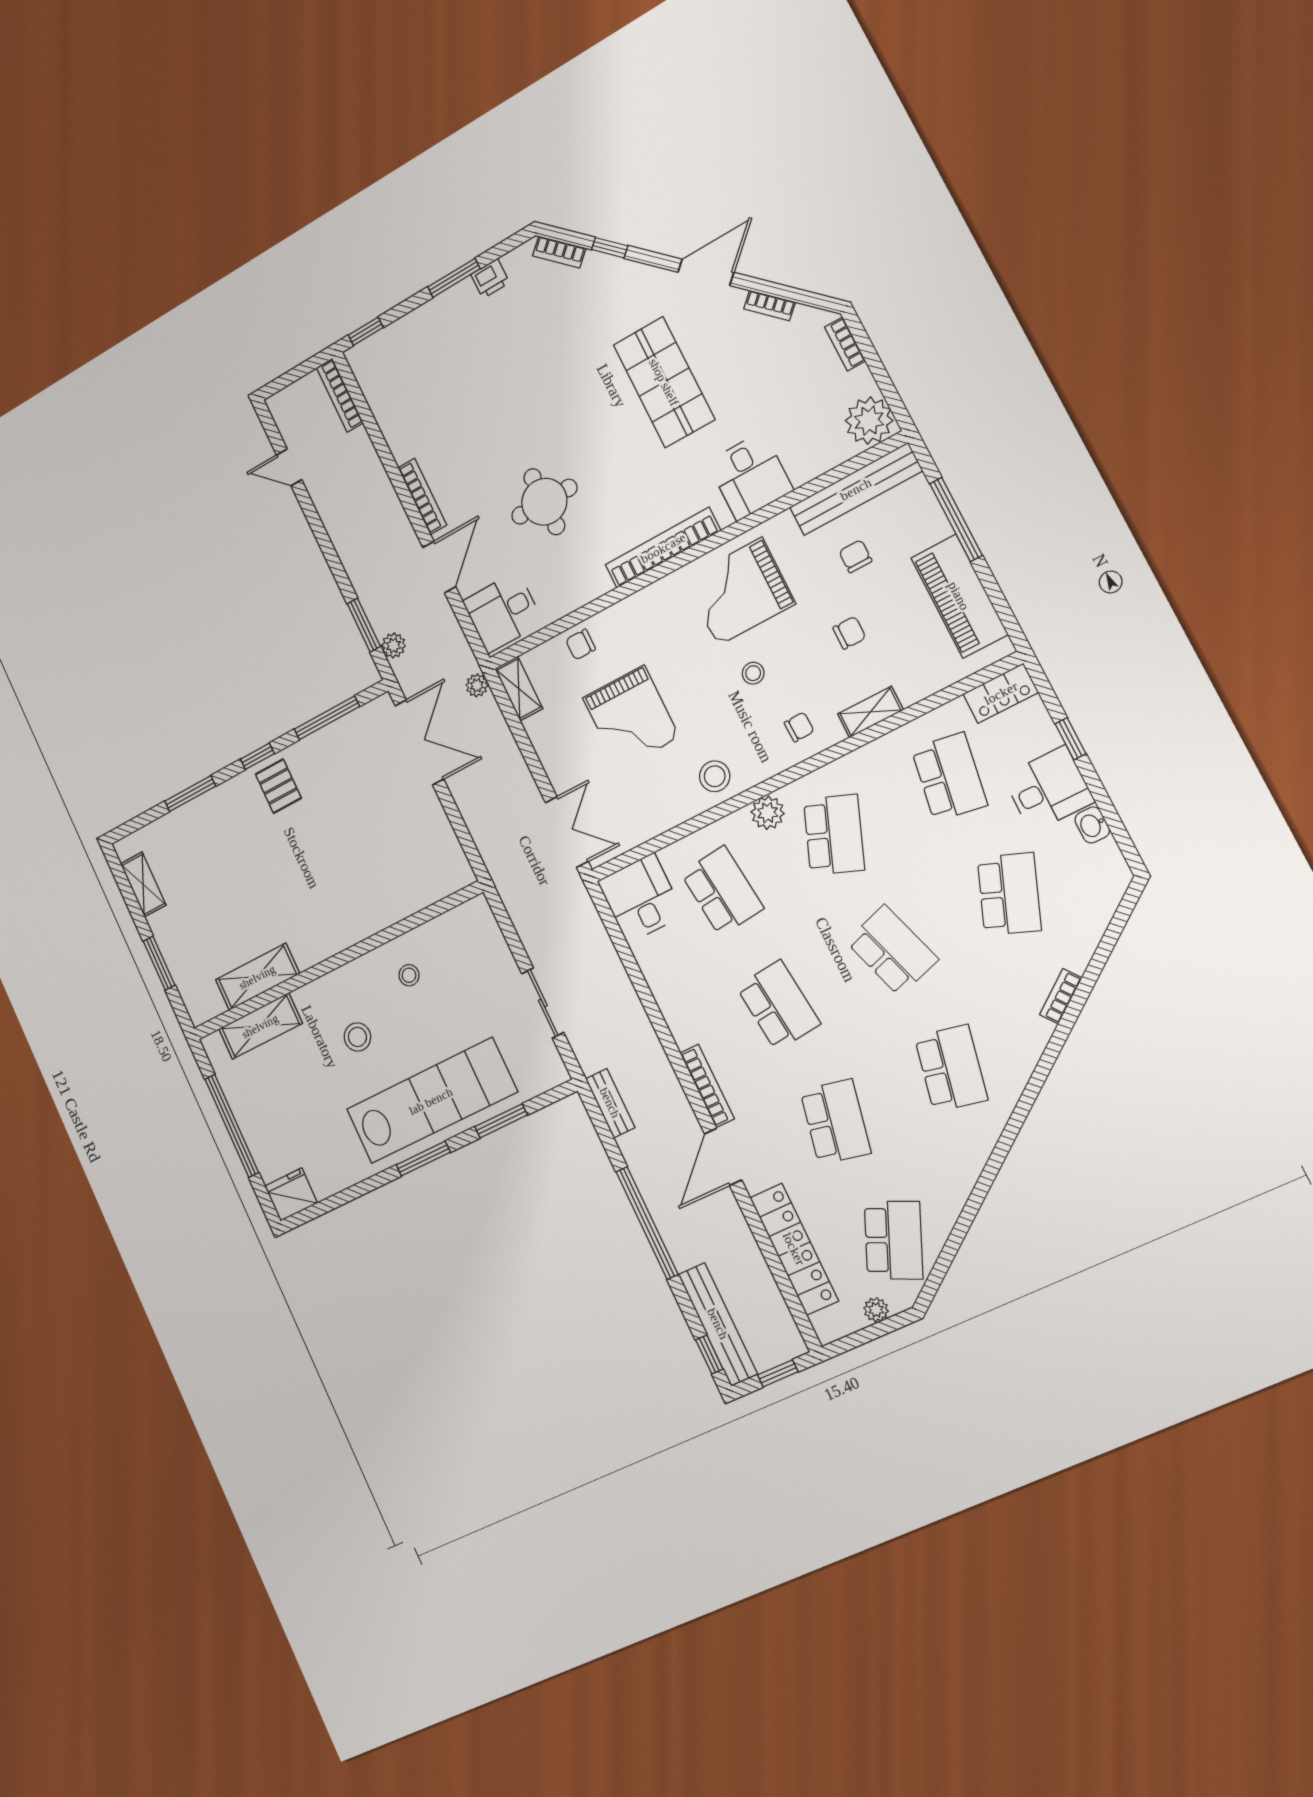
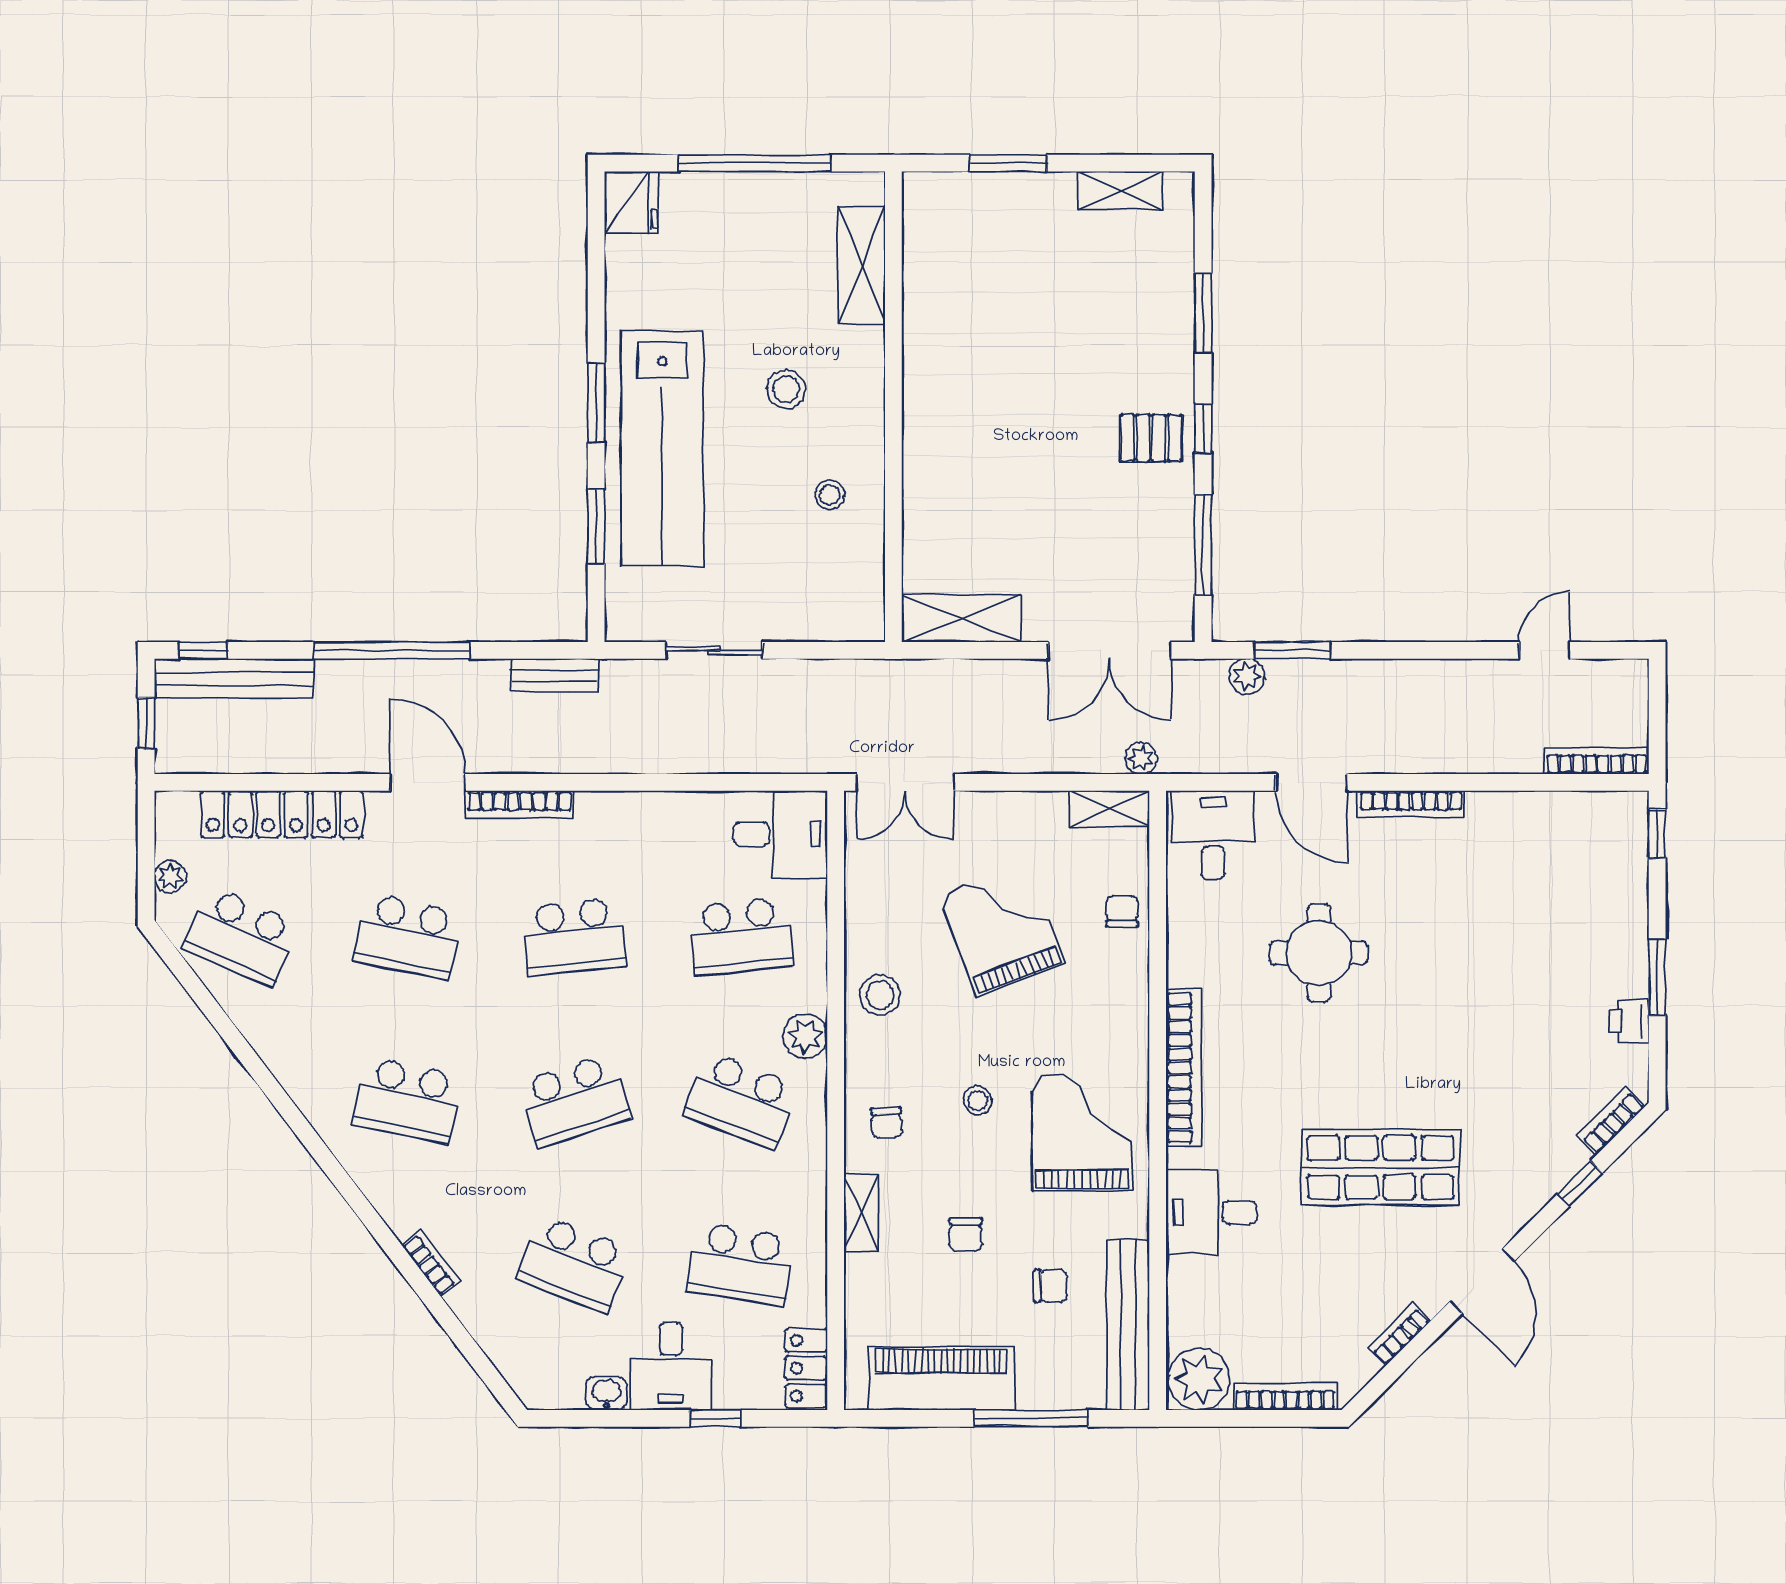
bookcase: (845, 344) -> (1285, 1397), width x1.56
grand piano: (631, 718) -> (1002, 929), turned 69
shelving: (257, 977) -> (961, 618), moved, turned 90

